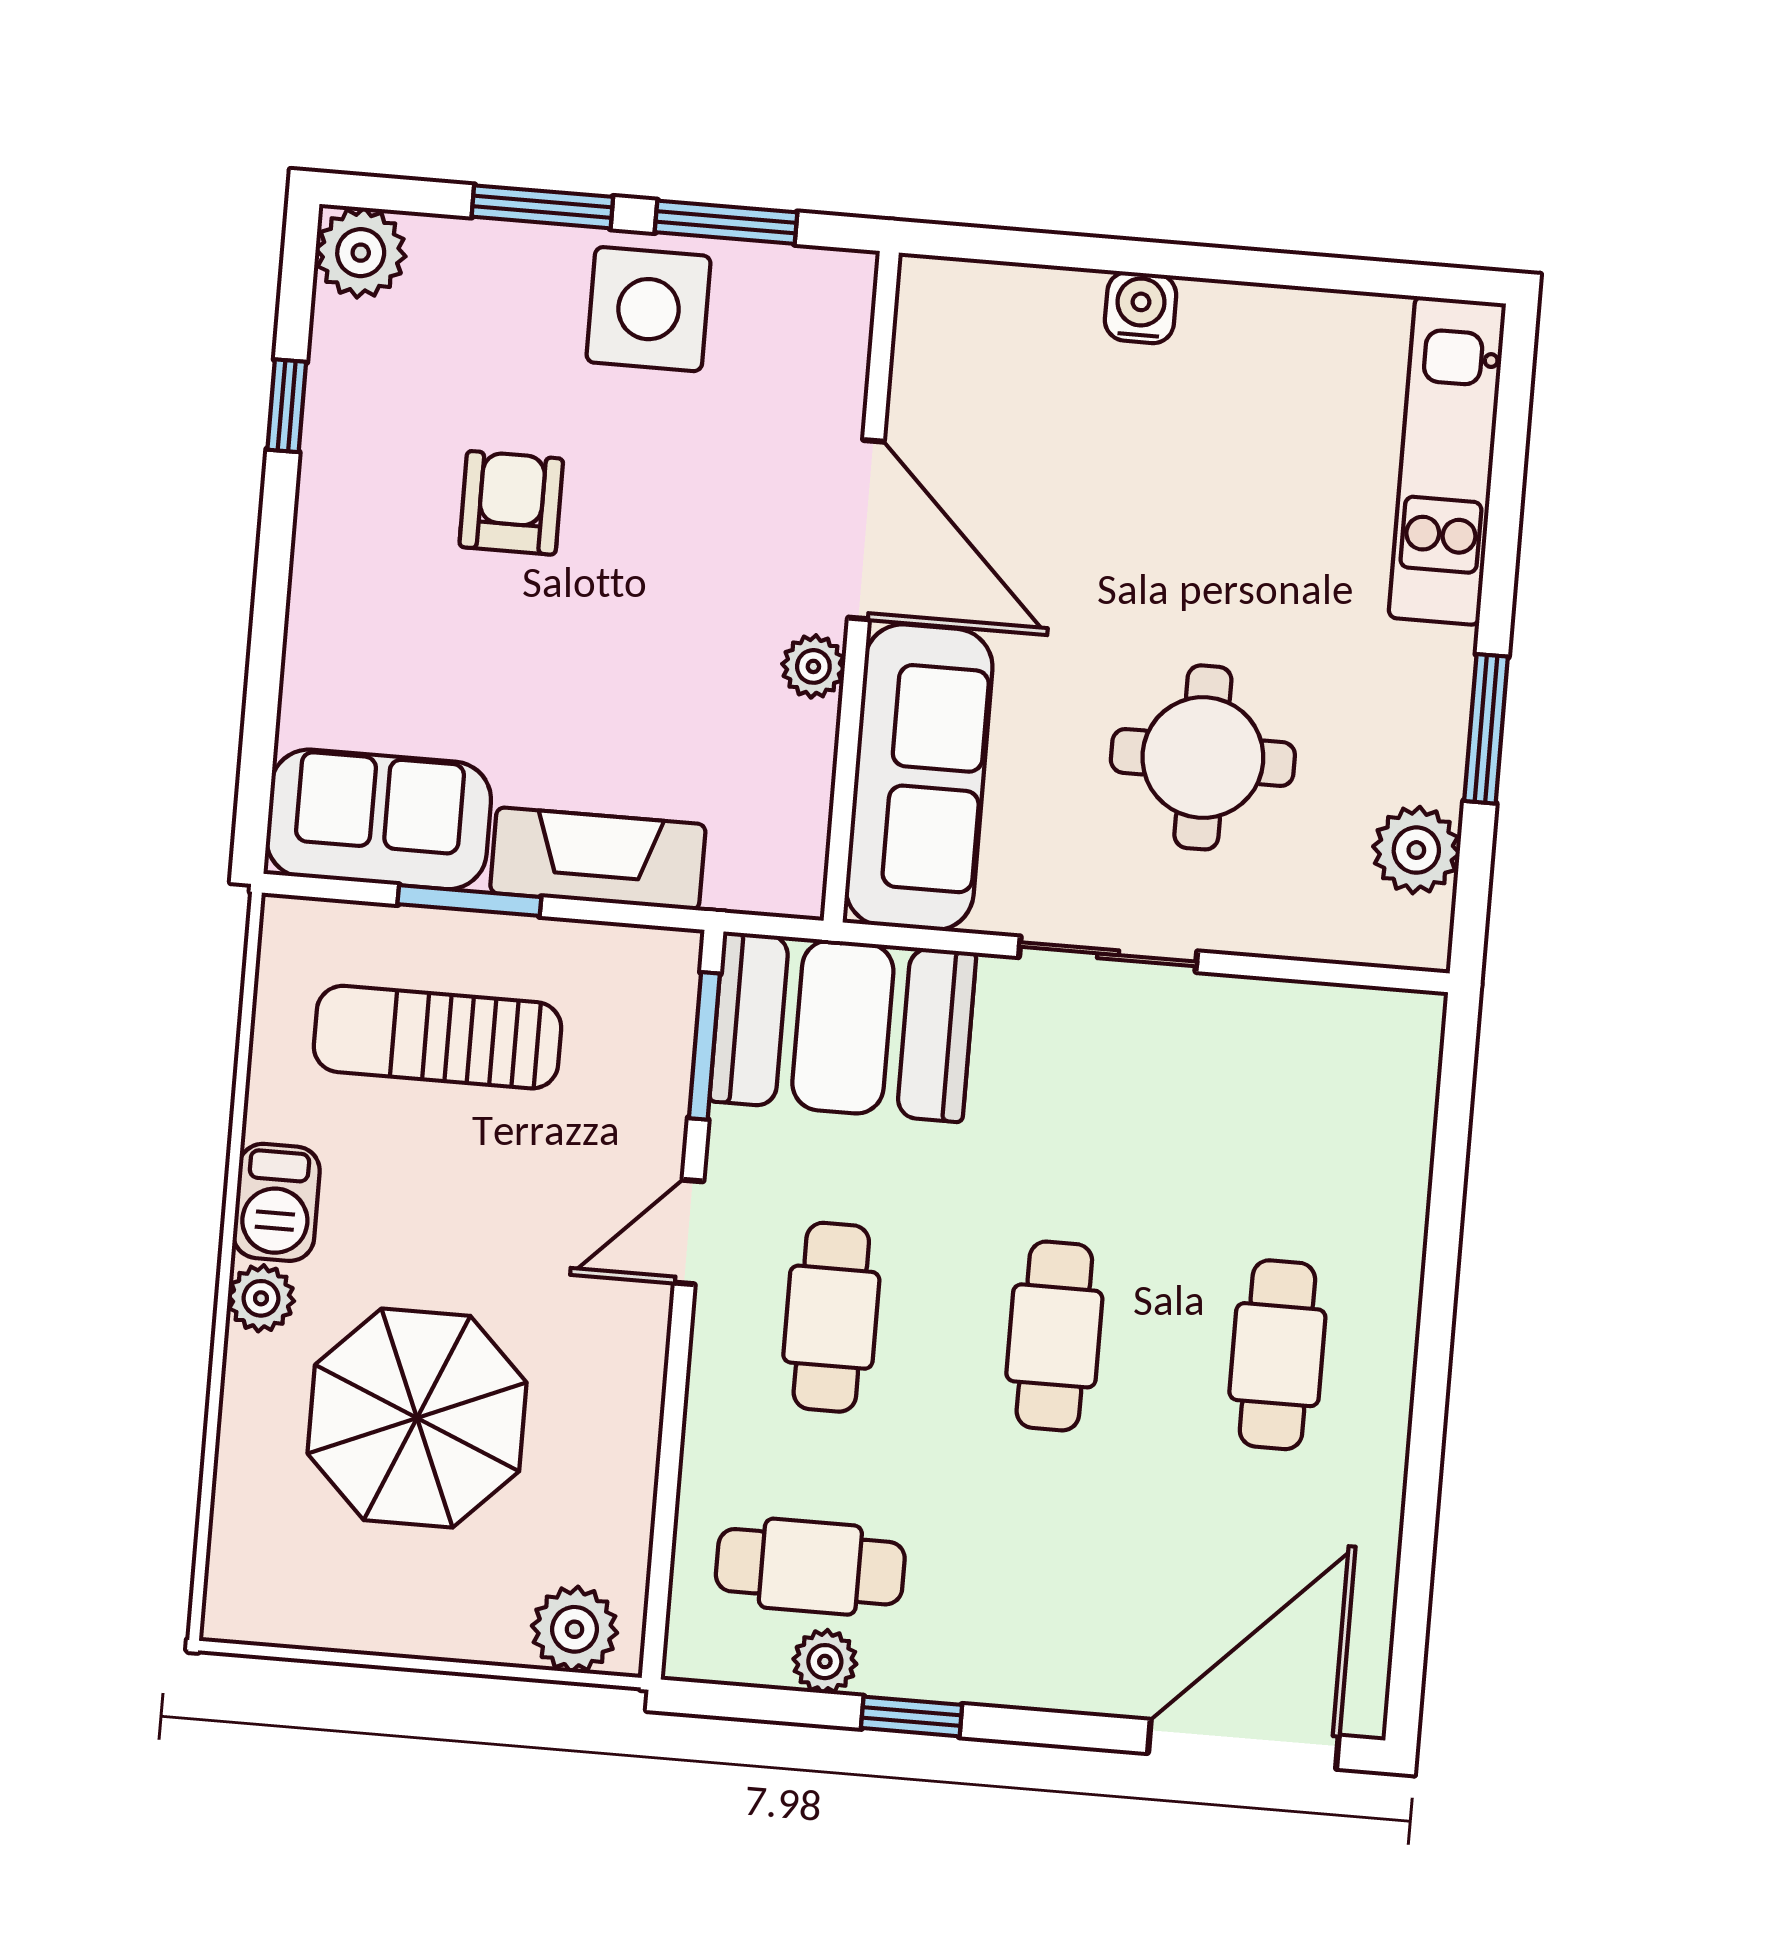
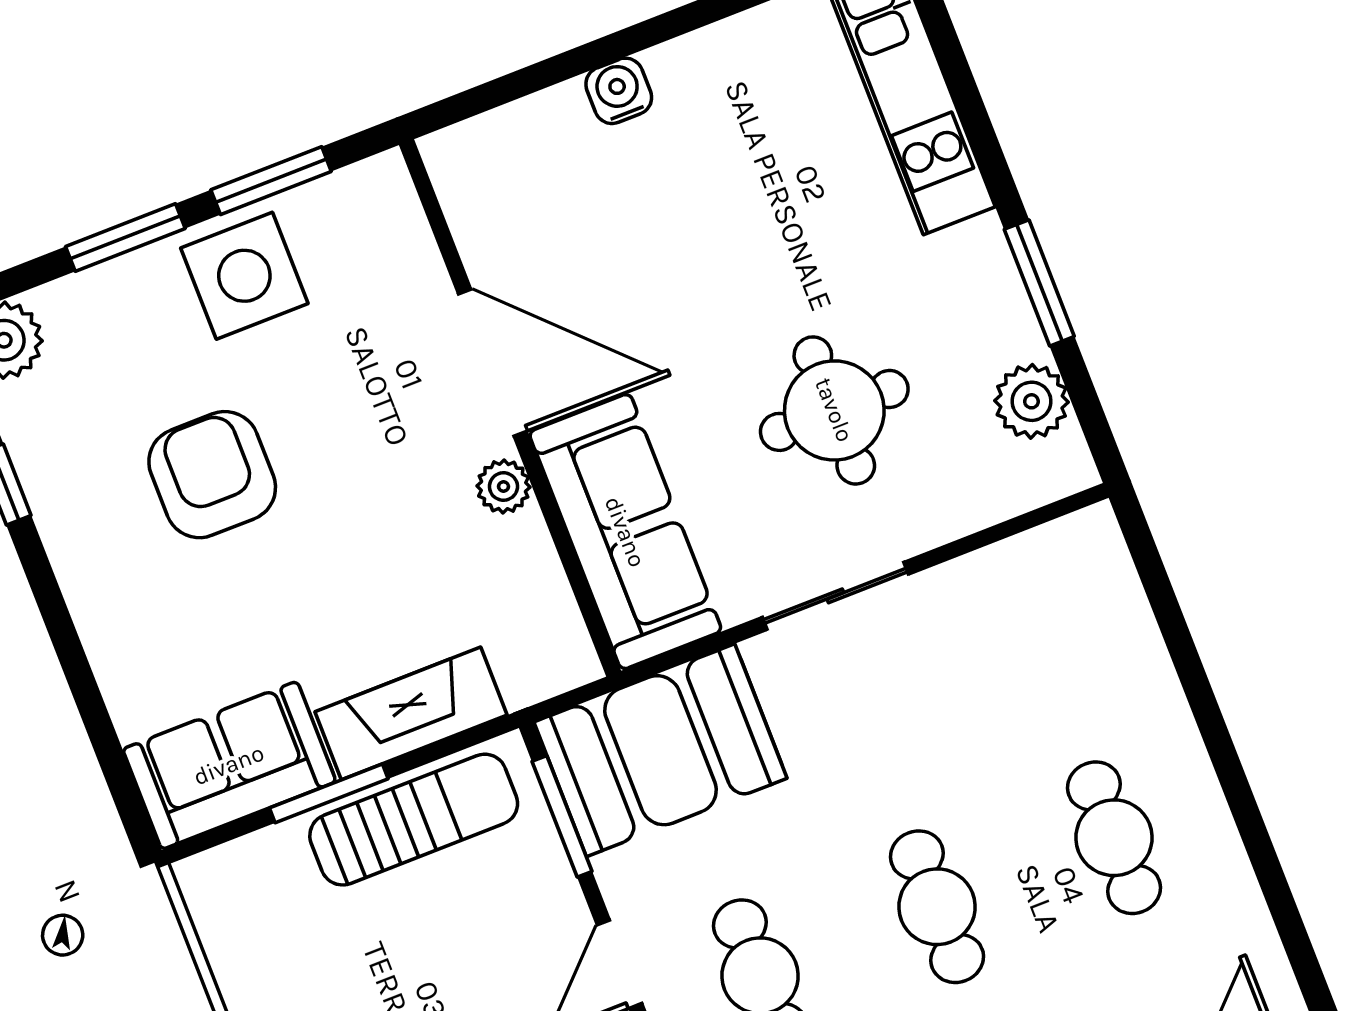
armchair: (511, 503) -> (212, 475), width x1.38, depth x1.38
sun lounger: (437, 1037) -> (414, 820), moved, turned 180

